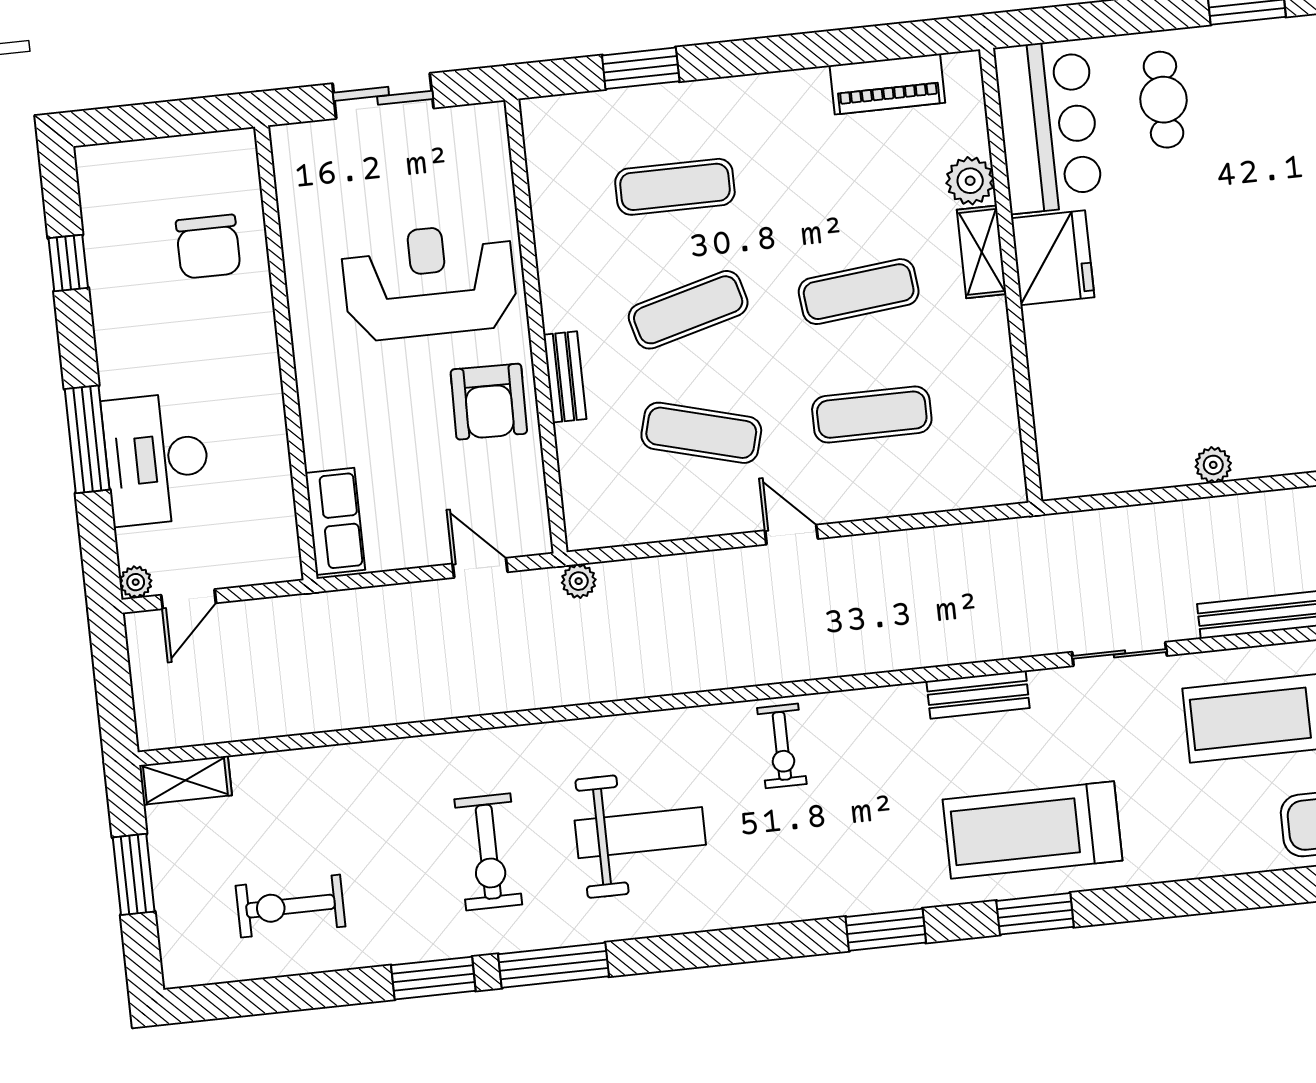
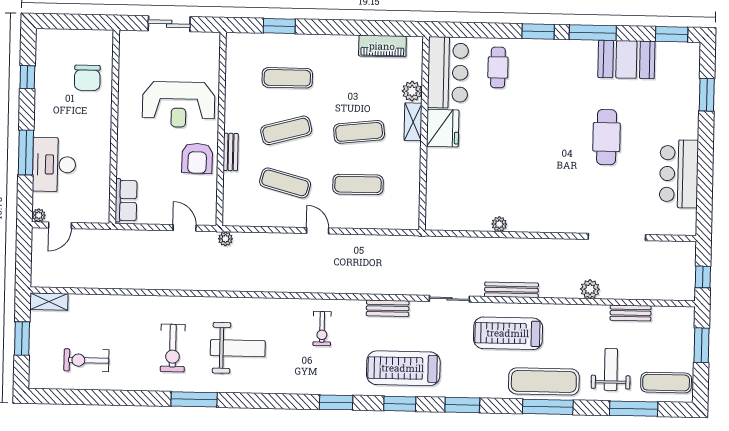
reception desk: (429, 282) -> (179, 104), turned 180
exercise bike: (782, 746) -> (322, 329), moved
window: (433, 978) -> (462, 405), moved

